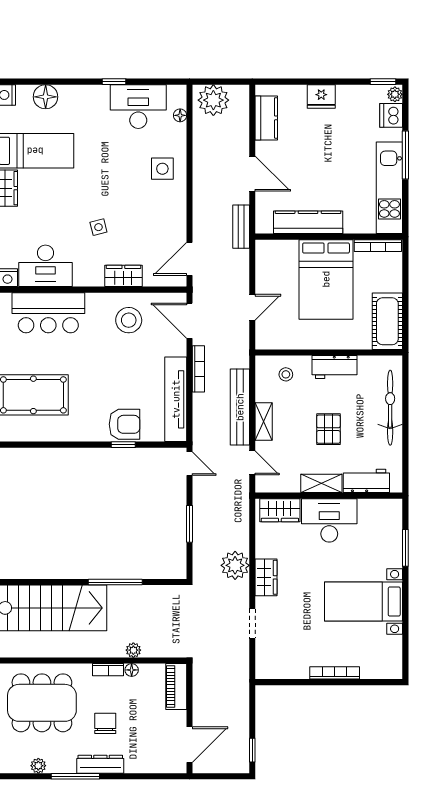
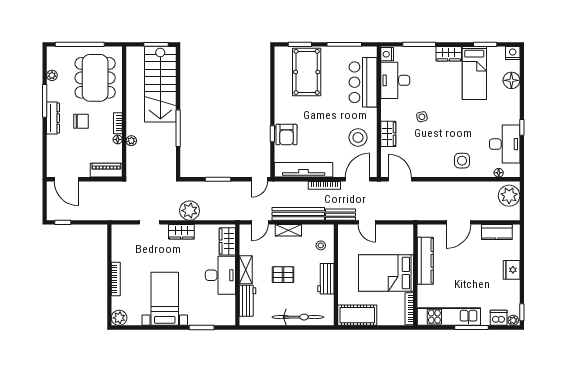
bench: (241, 227) -> (340, 215), moved
plant: (391, 668) -> (119, 318), added

